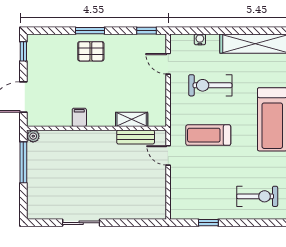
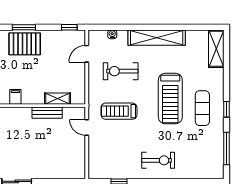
pallet: (91, 51) -> (25, 44), width x1.50, depth x1.42
door: (168, 64) -> (87, 54), hinge flipped
bench: (136, 137) -> (47, 113), moved

